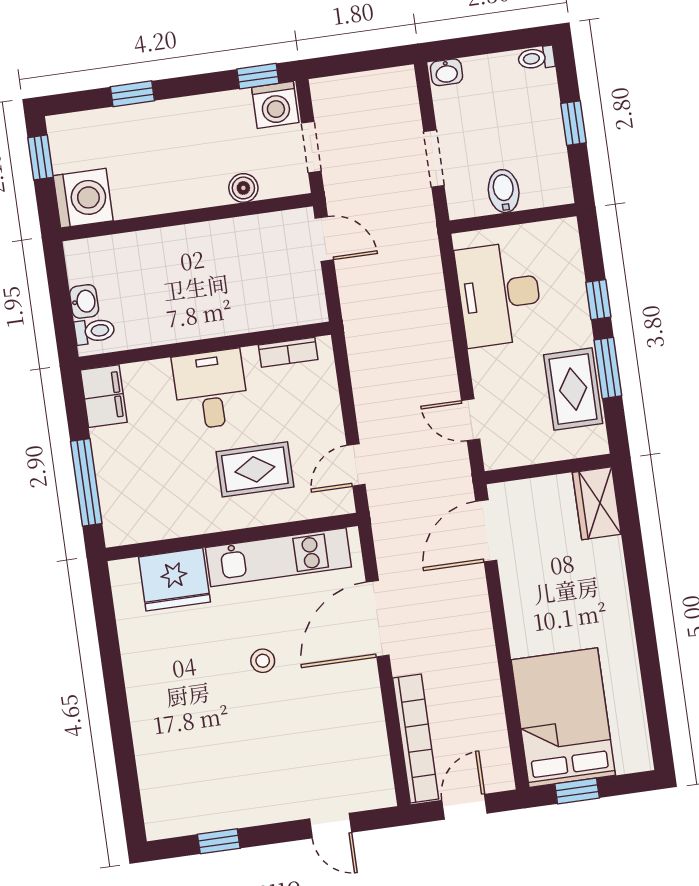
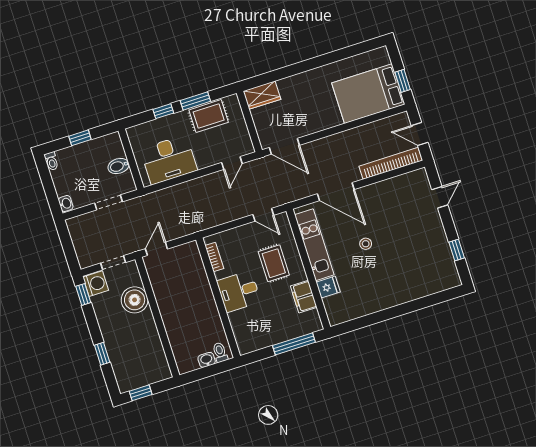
boiler: (243, 188) -> (135, 300), width x1.86, depth x1.86
washing machine: (83, 198) -> (157, 369), removed
filing cabinet: (104, 396) -> (304, 297), moved, turned -90
fridge: (174, 579) -> (328, 287), width x0.53, depth x0.75

